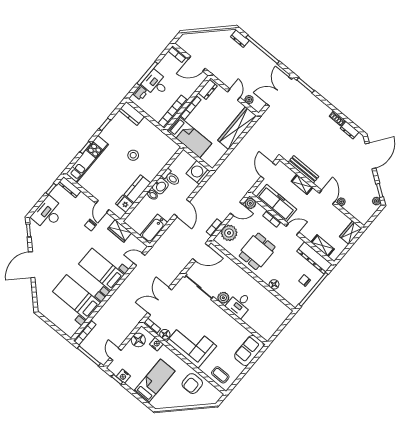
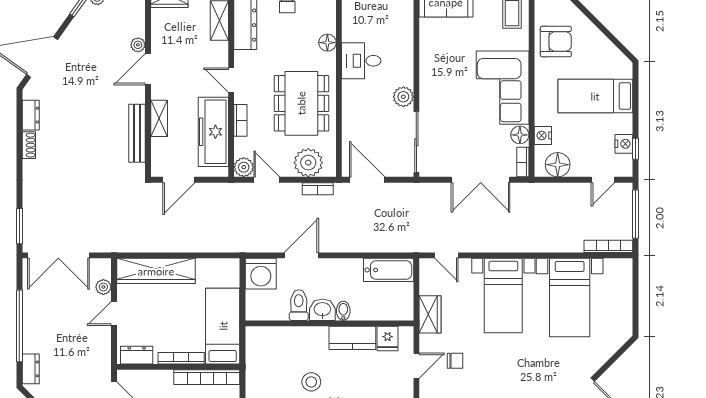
door: (182, 208) -> (301, 255), moved
dining table: (257, 251) -> (301, 103), width x1.38
desk: (240, 304) -> (361, 61), moved, turned 180

